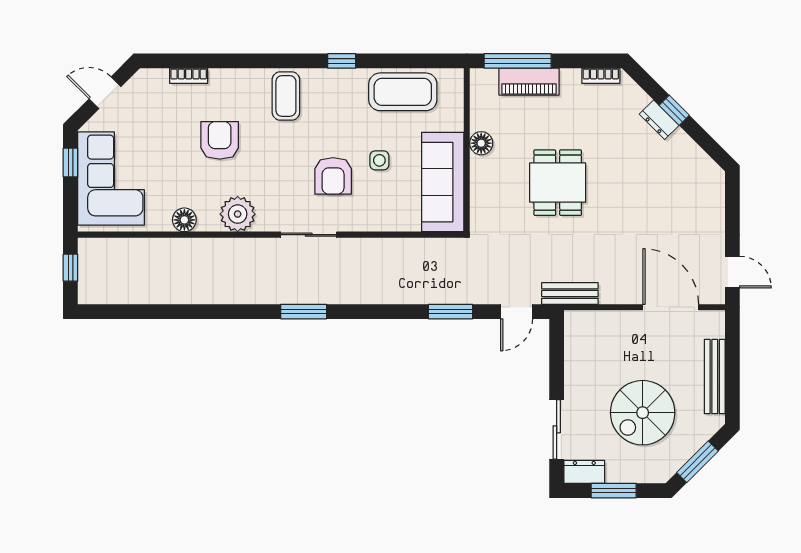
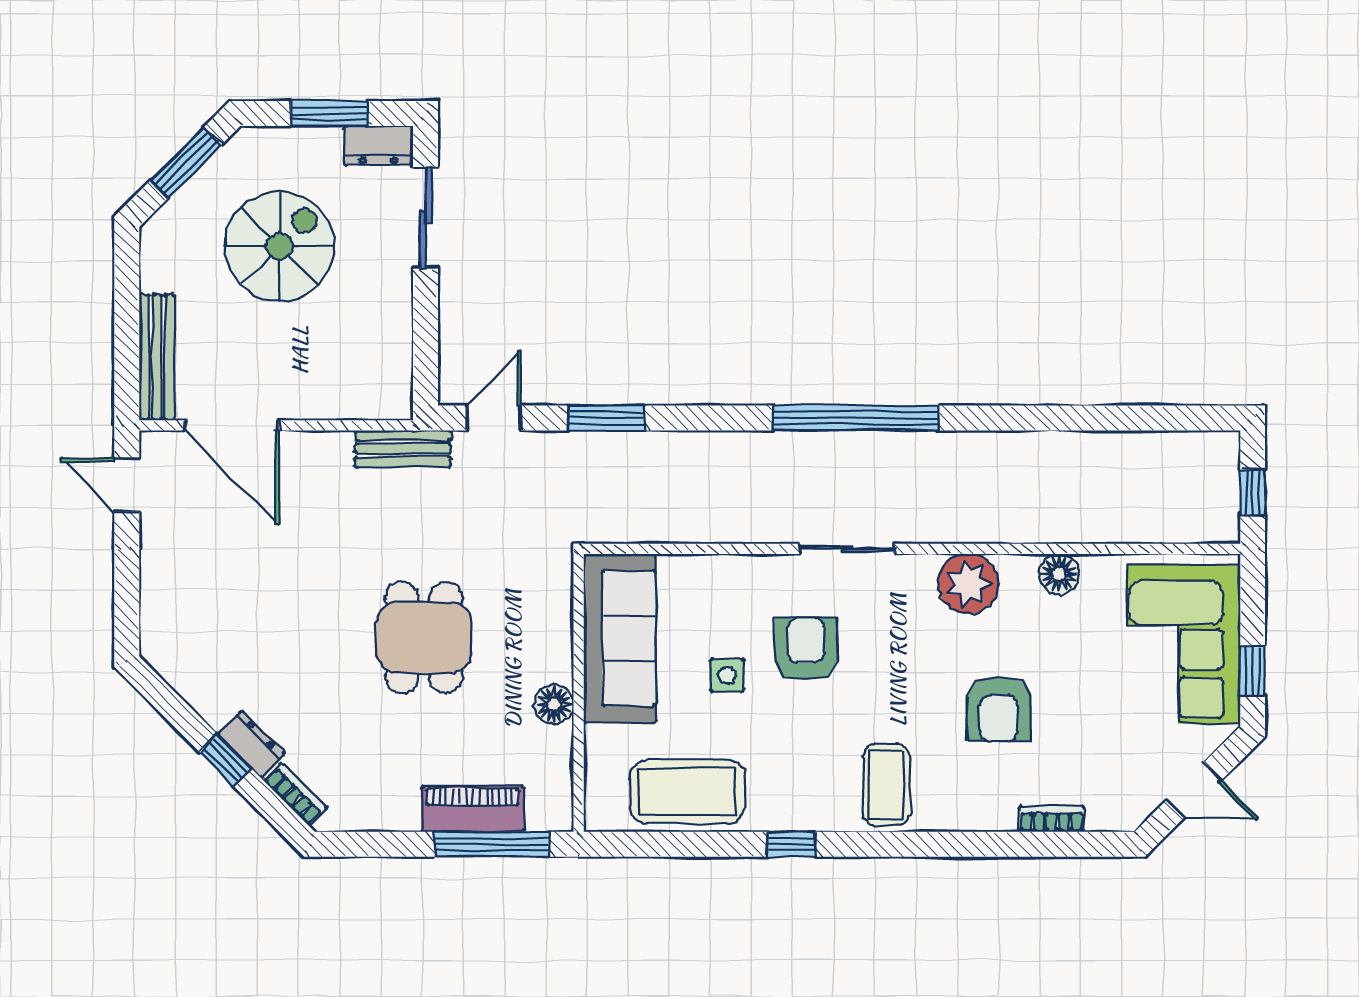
bookcase: (601, 76) -> (295, 794), moved, turned 45
window: (304, 312) -> (856, 418), width x2.11
bench: (715, 377) -> (157, 357), moved

